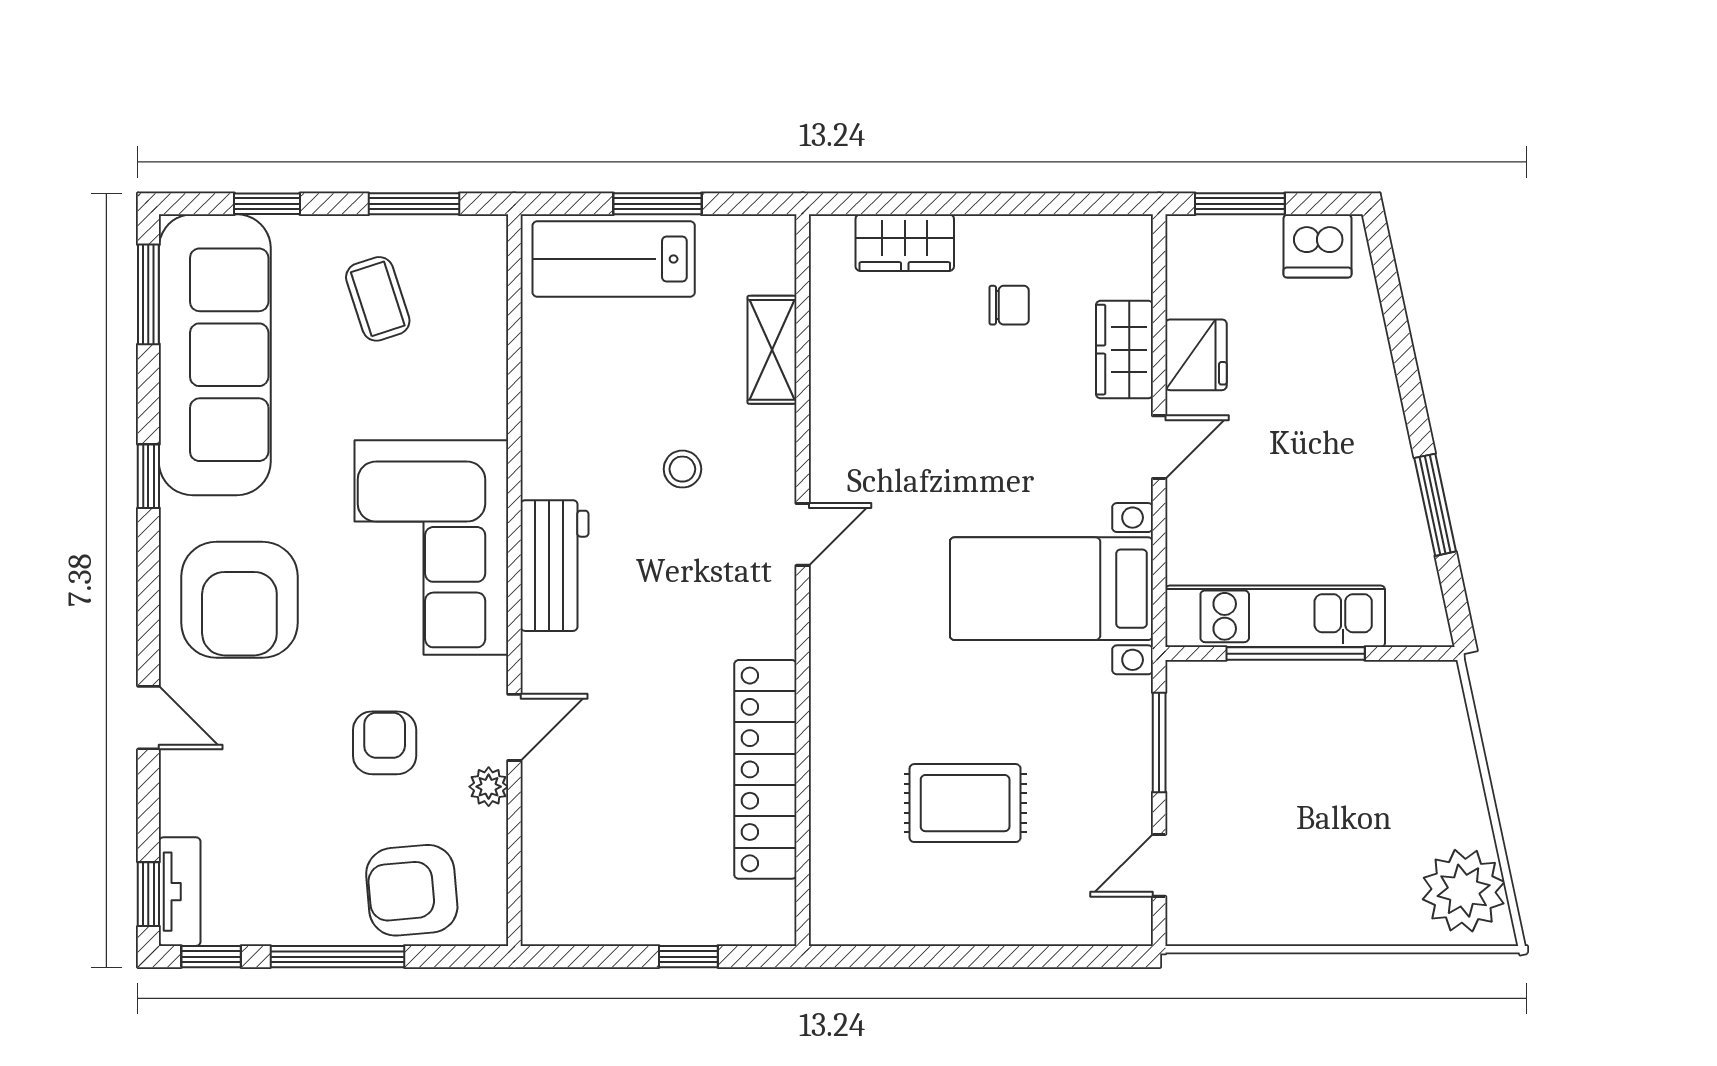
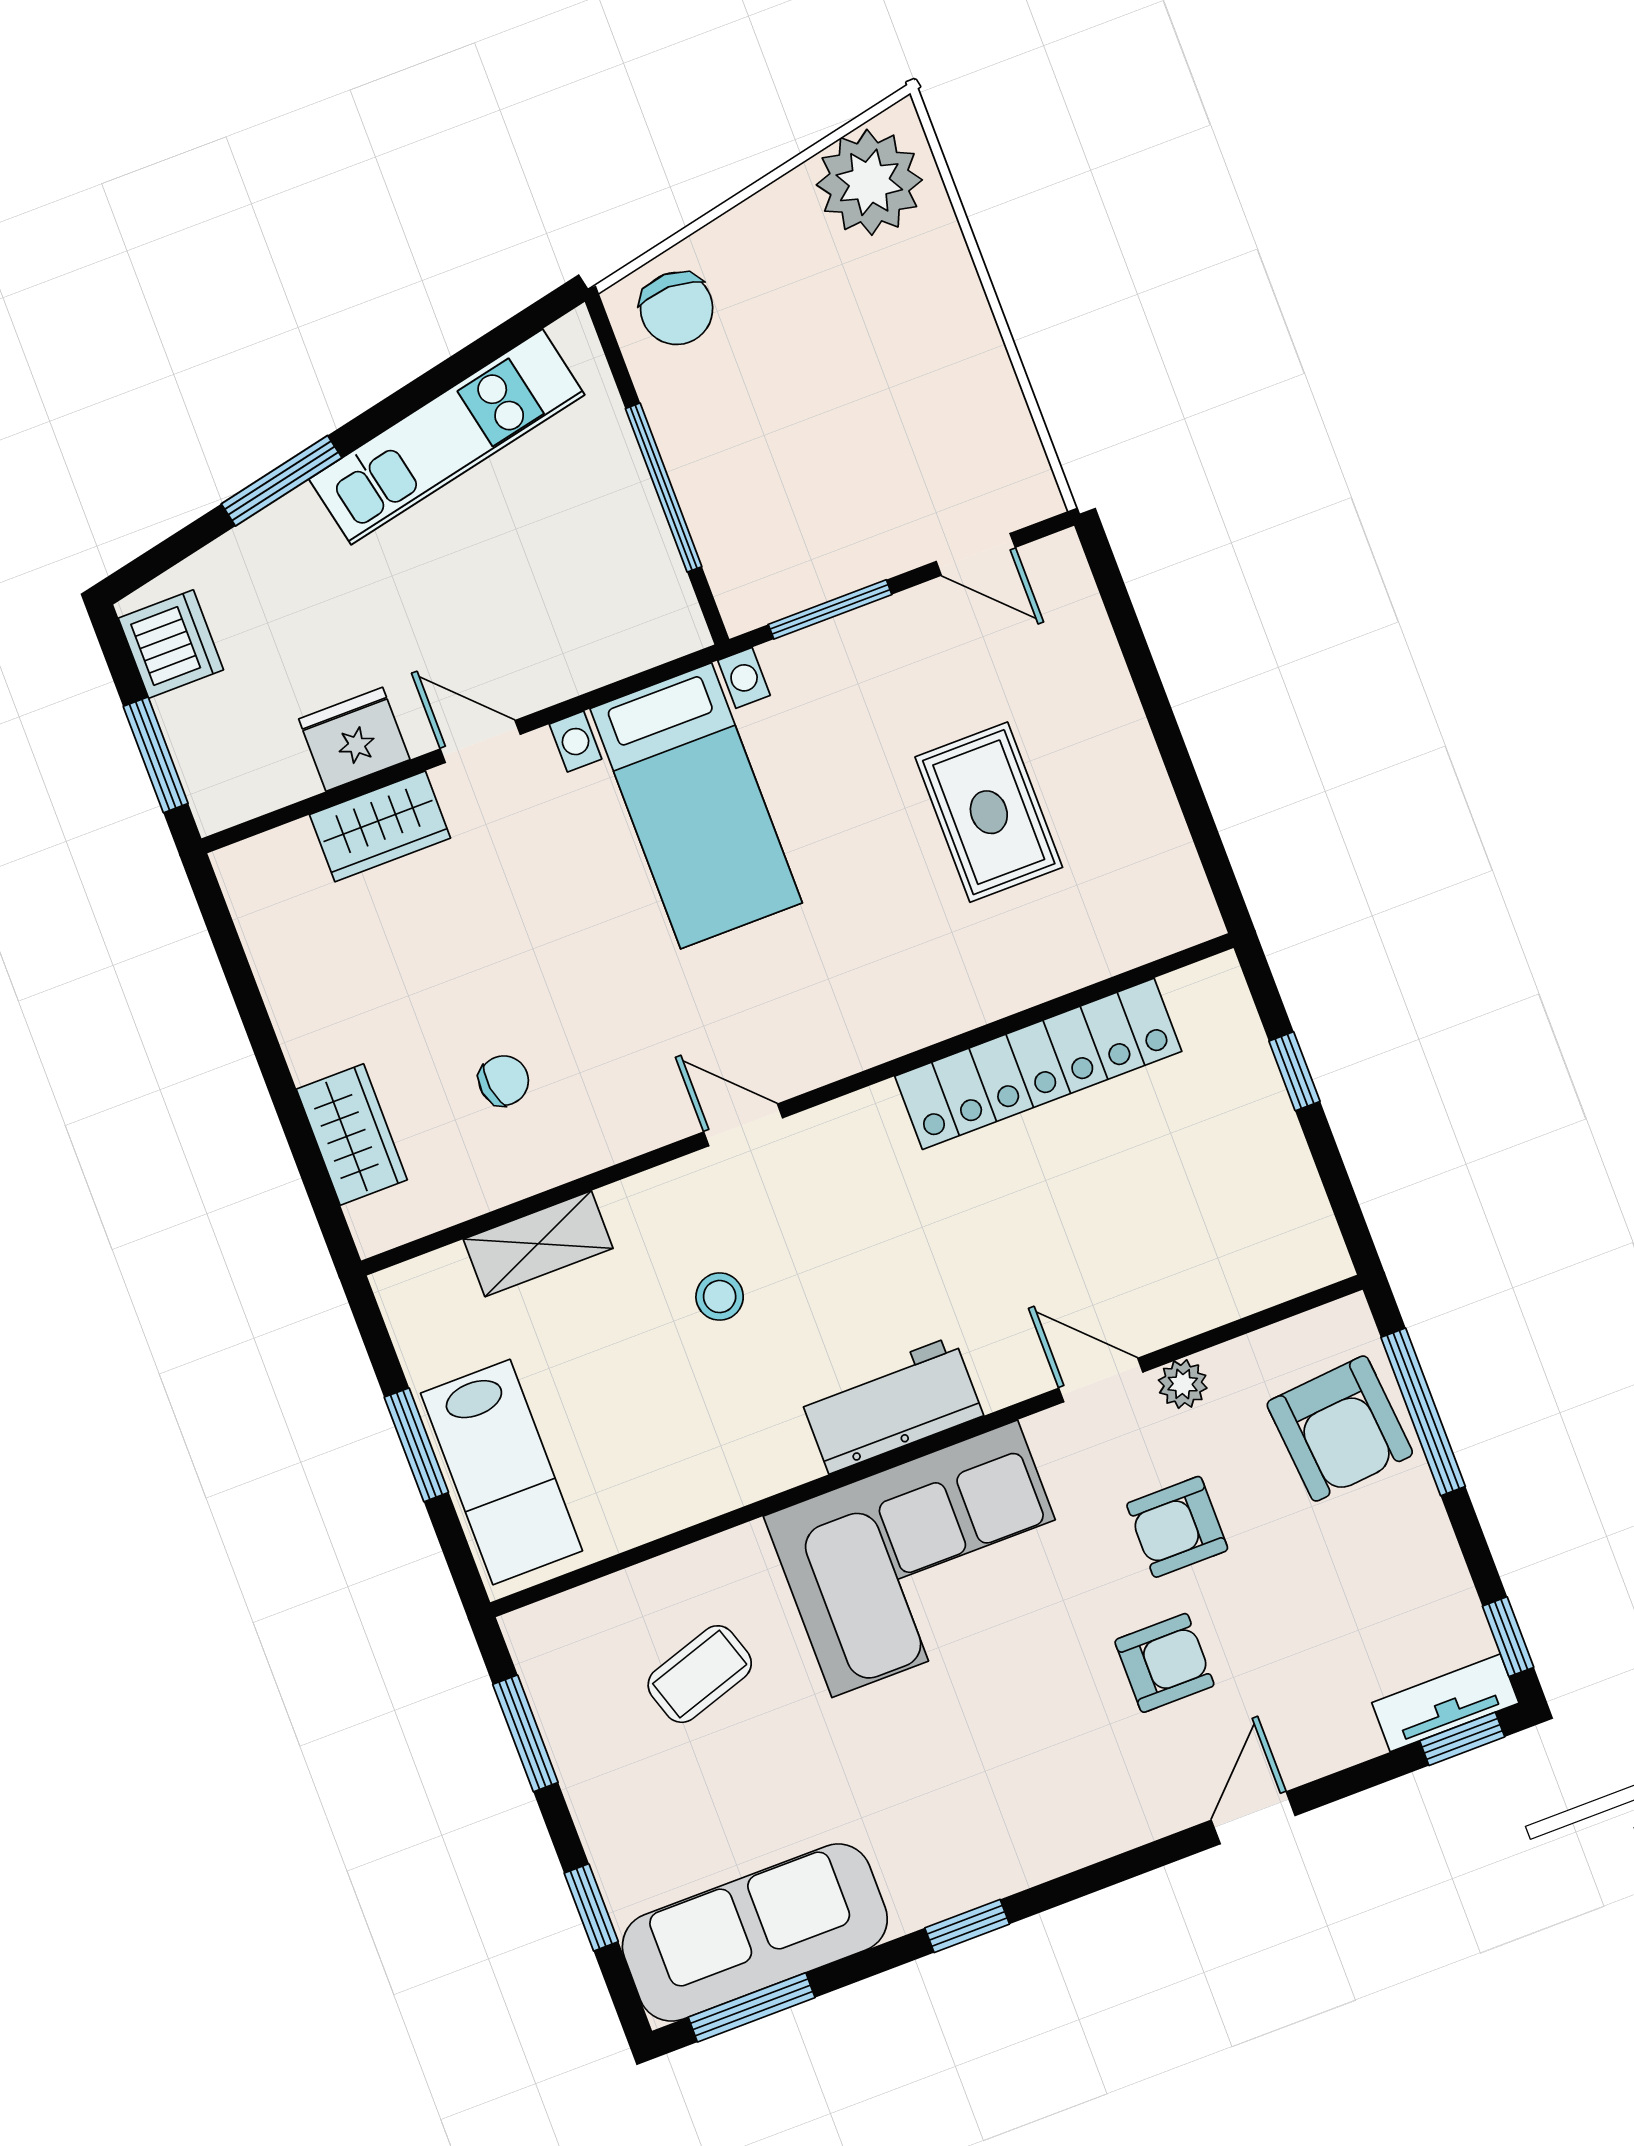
coffee table: (378, 299) -> (700, 1674), moved
chair: (1009, 305) -> (504, 1081), moved, turned 82
sofa: (215, 355) -> (755, 1933), width x0.74, depth x0.79
window: (1435, 505) -> (282, 481), moved
armchair: (239, 600) -> (1164, 1663), moved, width x0.53, depth x0.53
kitchen unit: (1275, 616) -> (447, 437), moved, turned -102
chair: (1424, 713) -> (677, 308), added
window: (337, 957) -> (1423, 1412), moved

